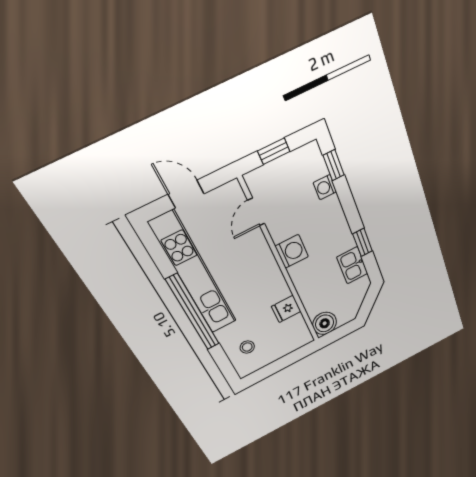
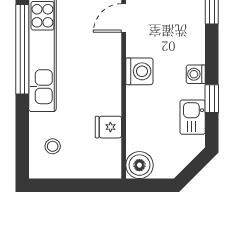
washing machine: (325, 187) -> (196, 74), moved
window: (193, 312) -> (22, 49), moved

